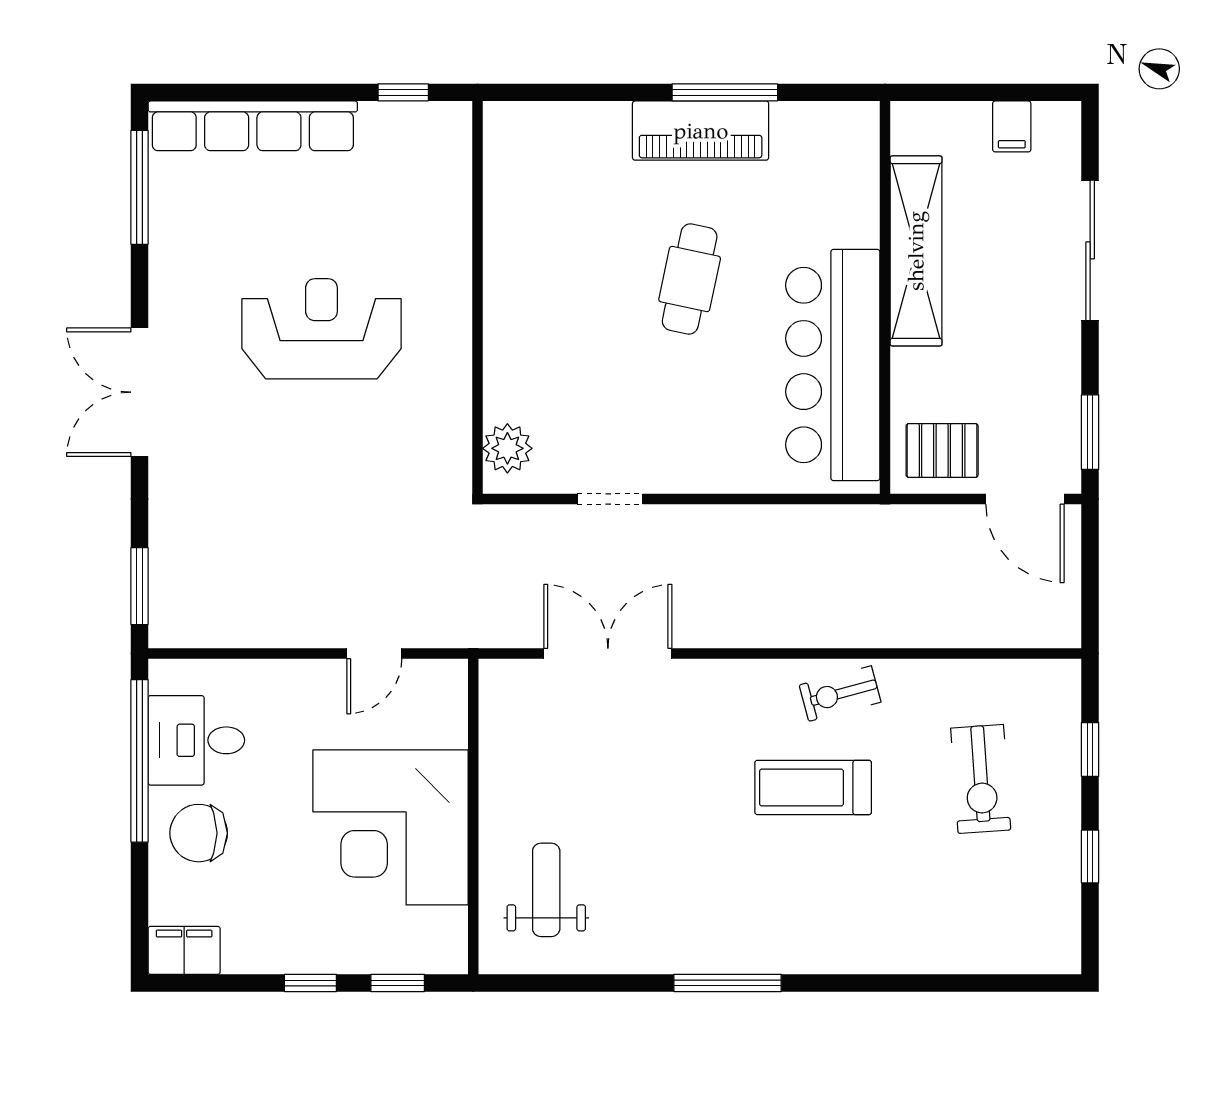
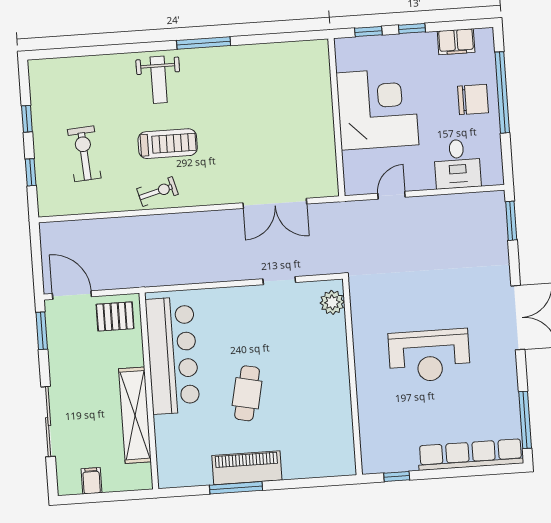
desk: (196, 740) -> (457, 164), moved, turned 90
window: (140, 761) -> (502, 92), moved
weight bench: (546, 890) -> (159, 80), moved
filing cabinet: (184, 950) -> (456, 42), moved

